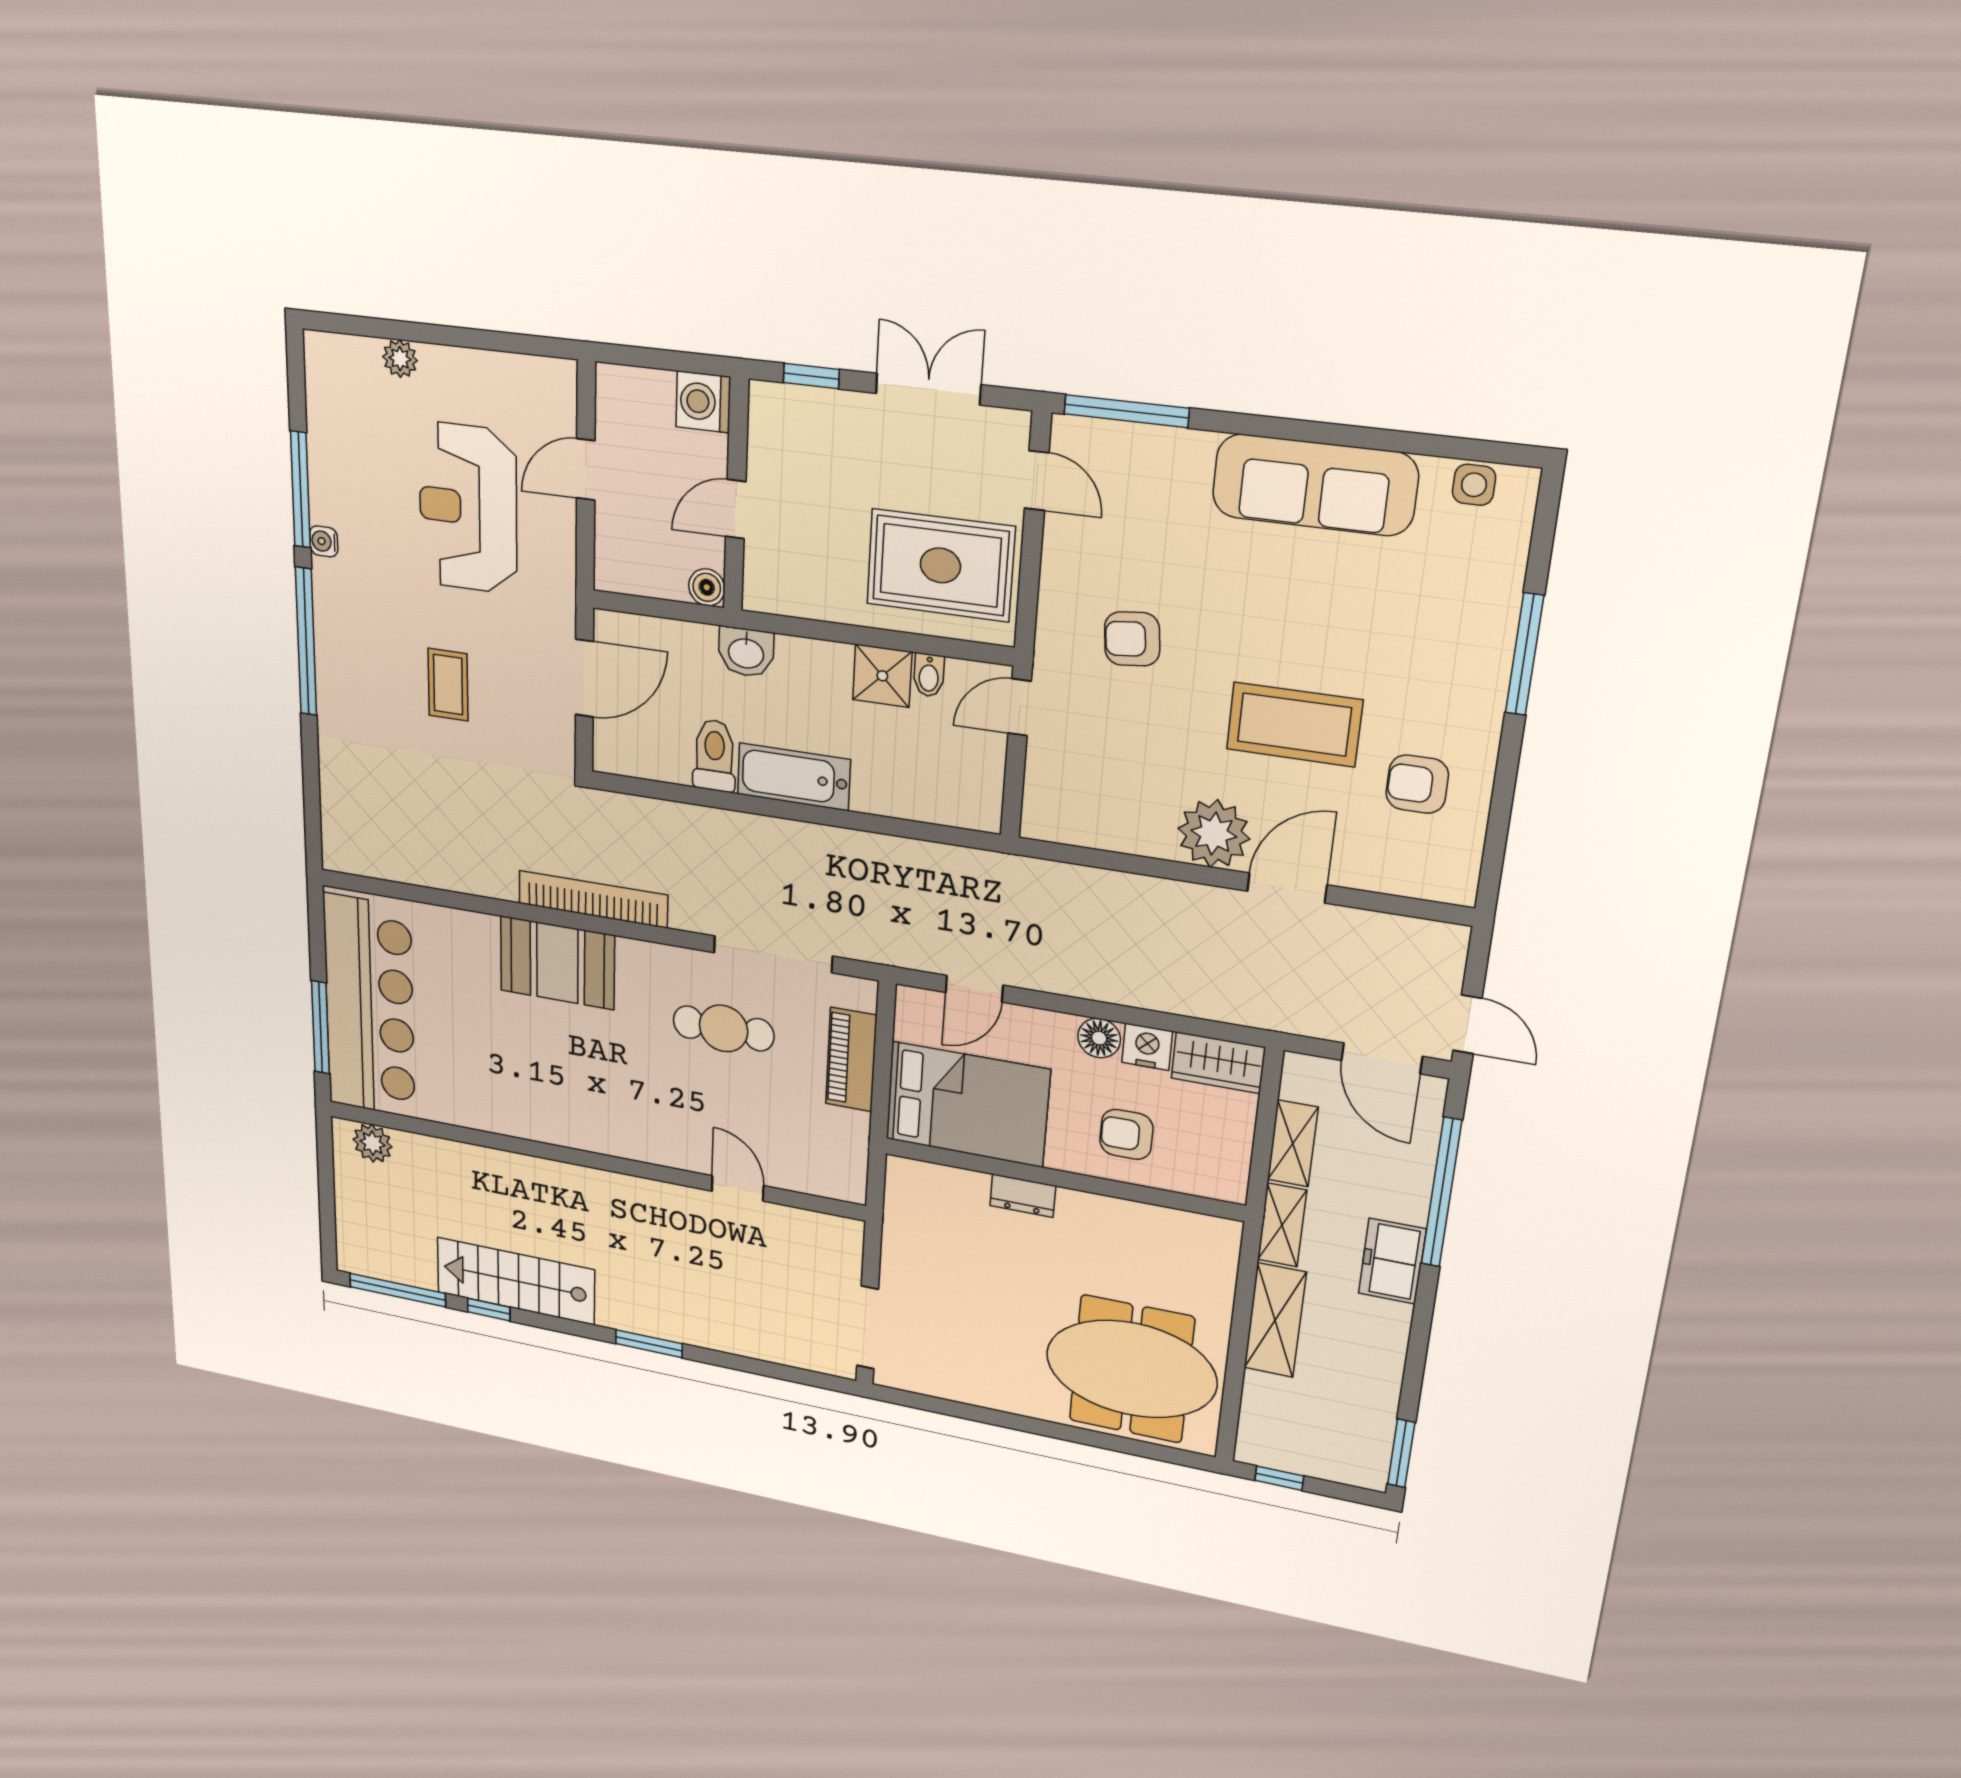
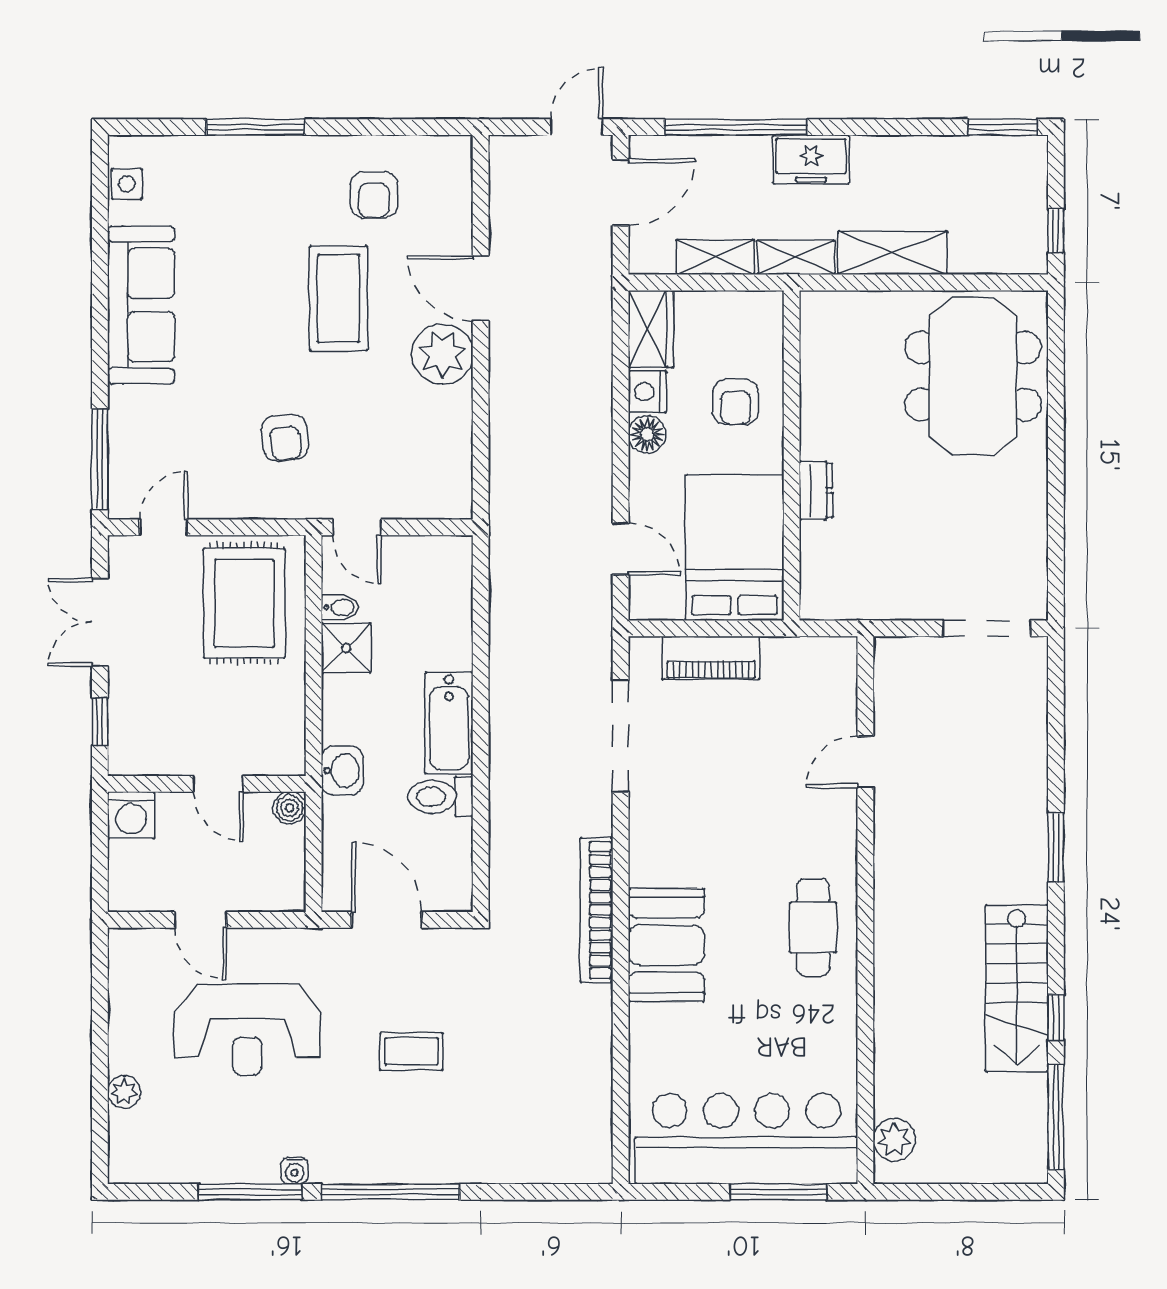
cafe table: (724, 1028) -> (813, 927), moved

